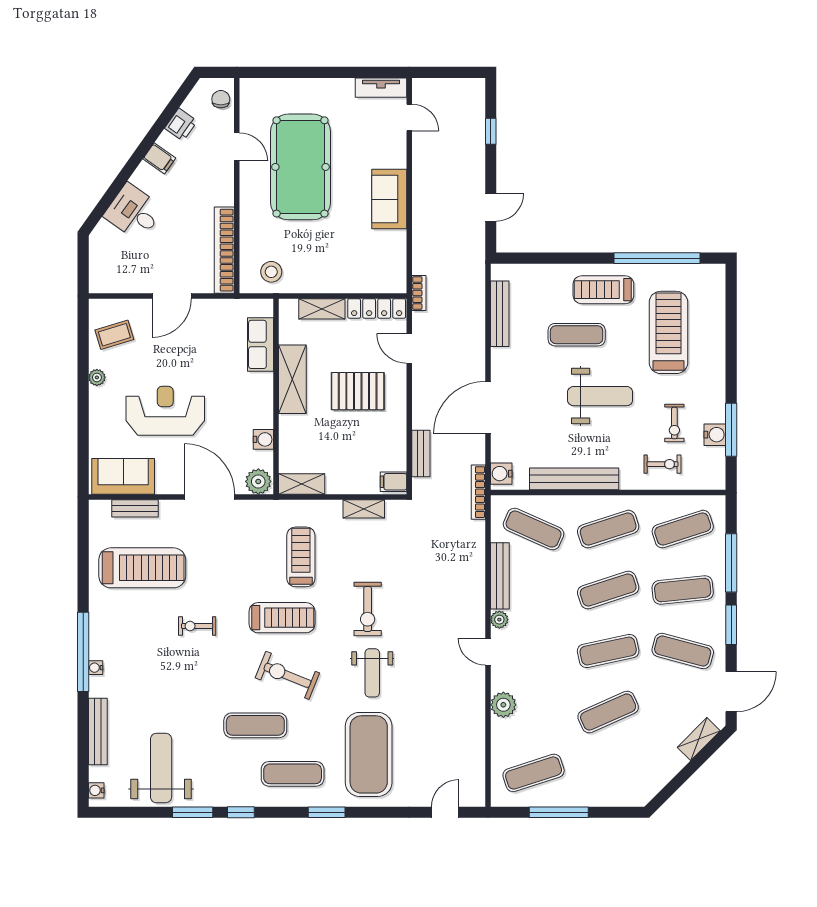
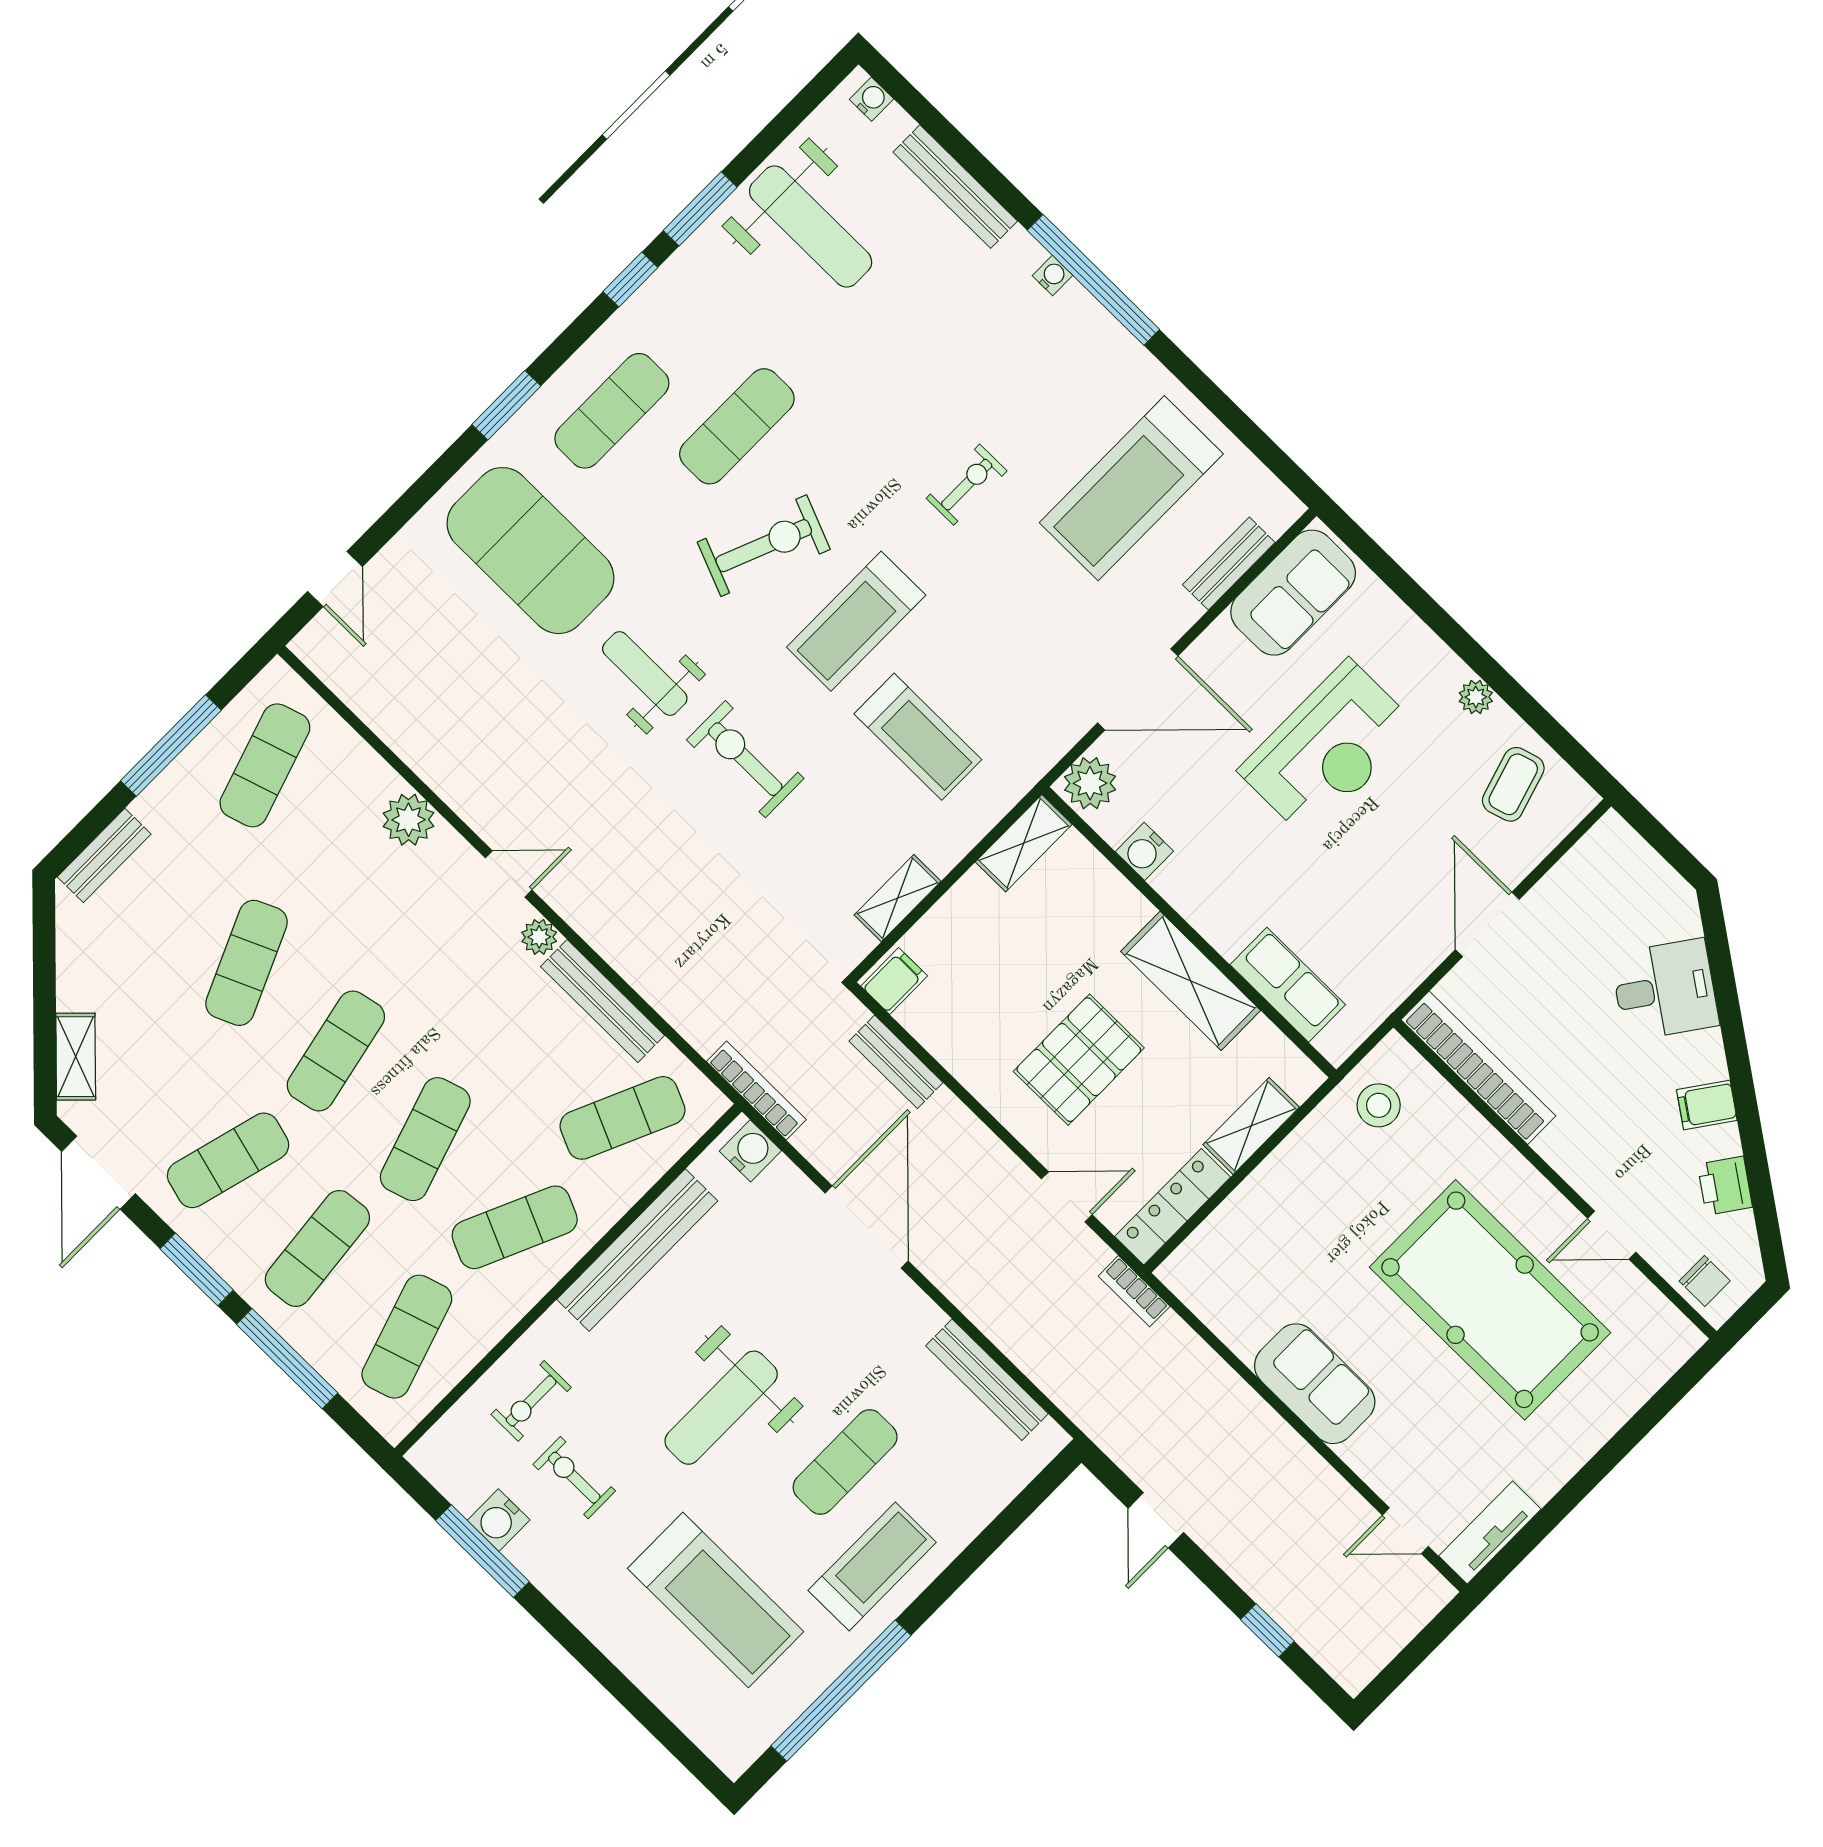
exercise mat: (608, 529) -> (515, 1227), turned 42
bench: (620, 798) -> (104, 855), added

